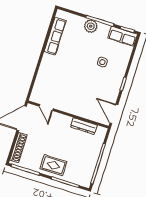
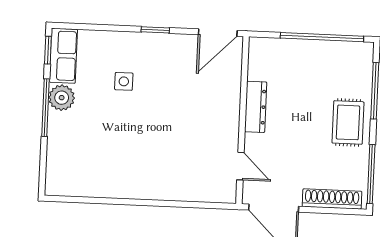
plant: (91, 26) -> (62, 98), moved
row of seats: (55, 36) -> (98, 186), removed
door: (46, 108) -> (240, 166), hinge flipped
dresser: (84, 126) -> (256, 107), moved

